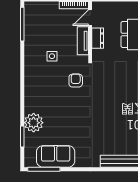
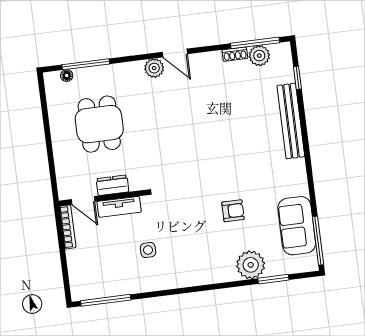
armchair: (76, 81) -> (233, 211), moved, turned 180

